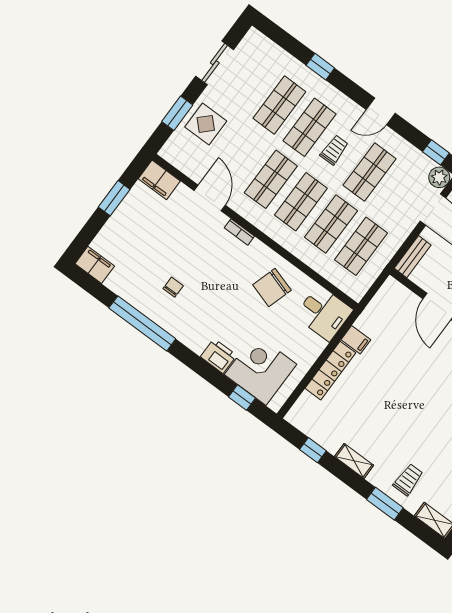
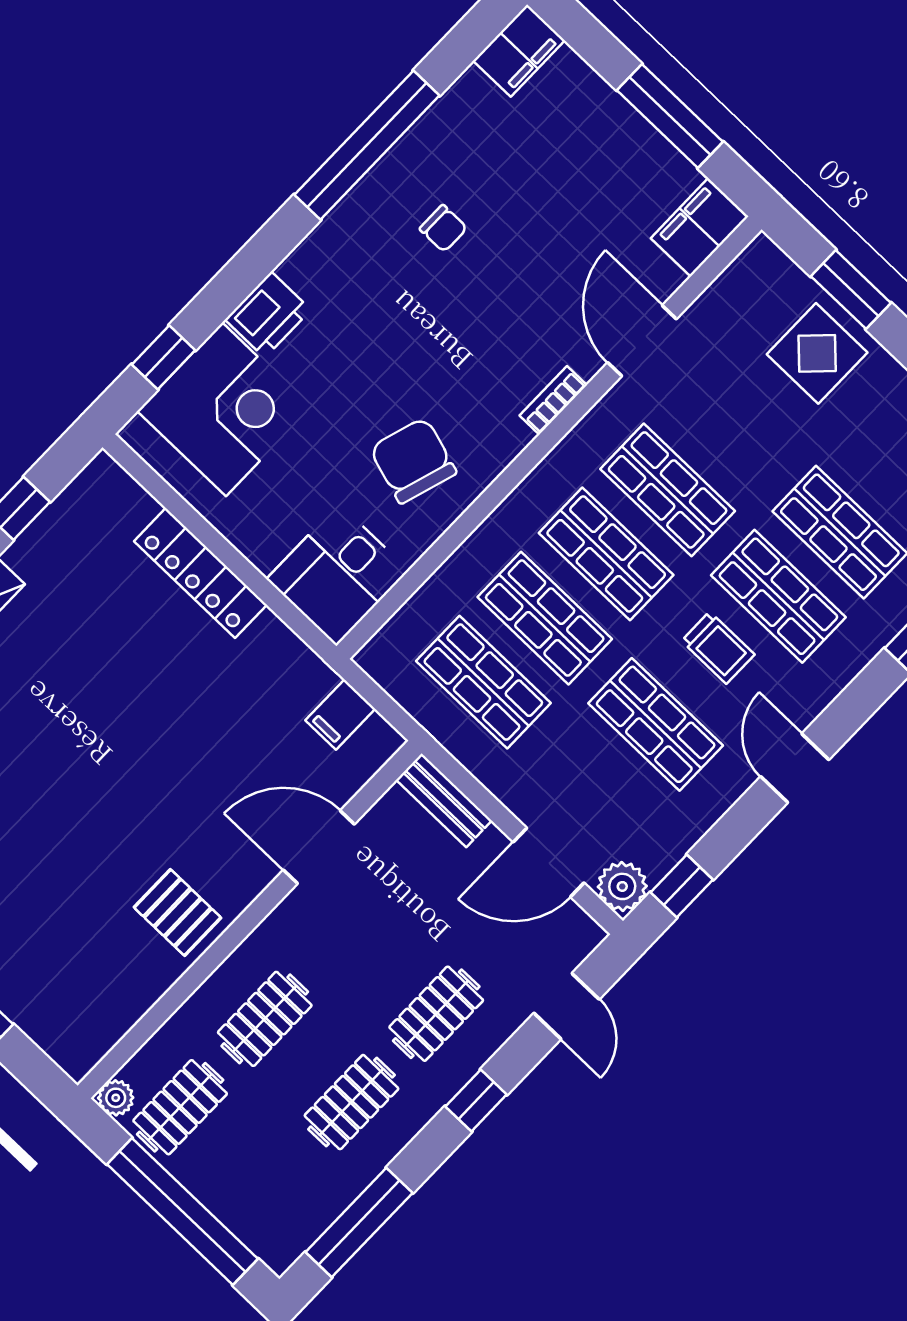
window: (114, 198) -> (670, 116), width x1.44
door: (210, 198) -> (642, 341), swing flipped
filing cabinet: (356, 340) -> (340, 715), moved

